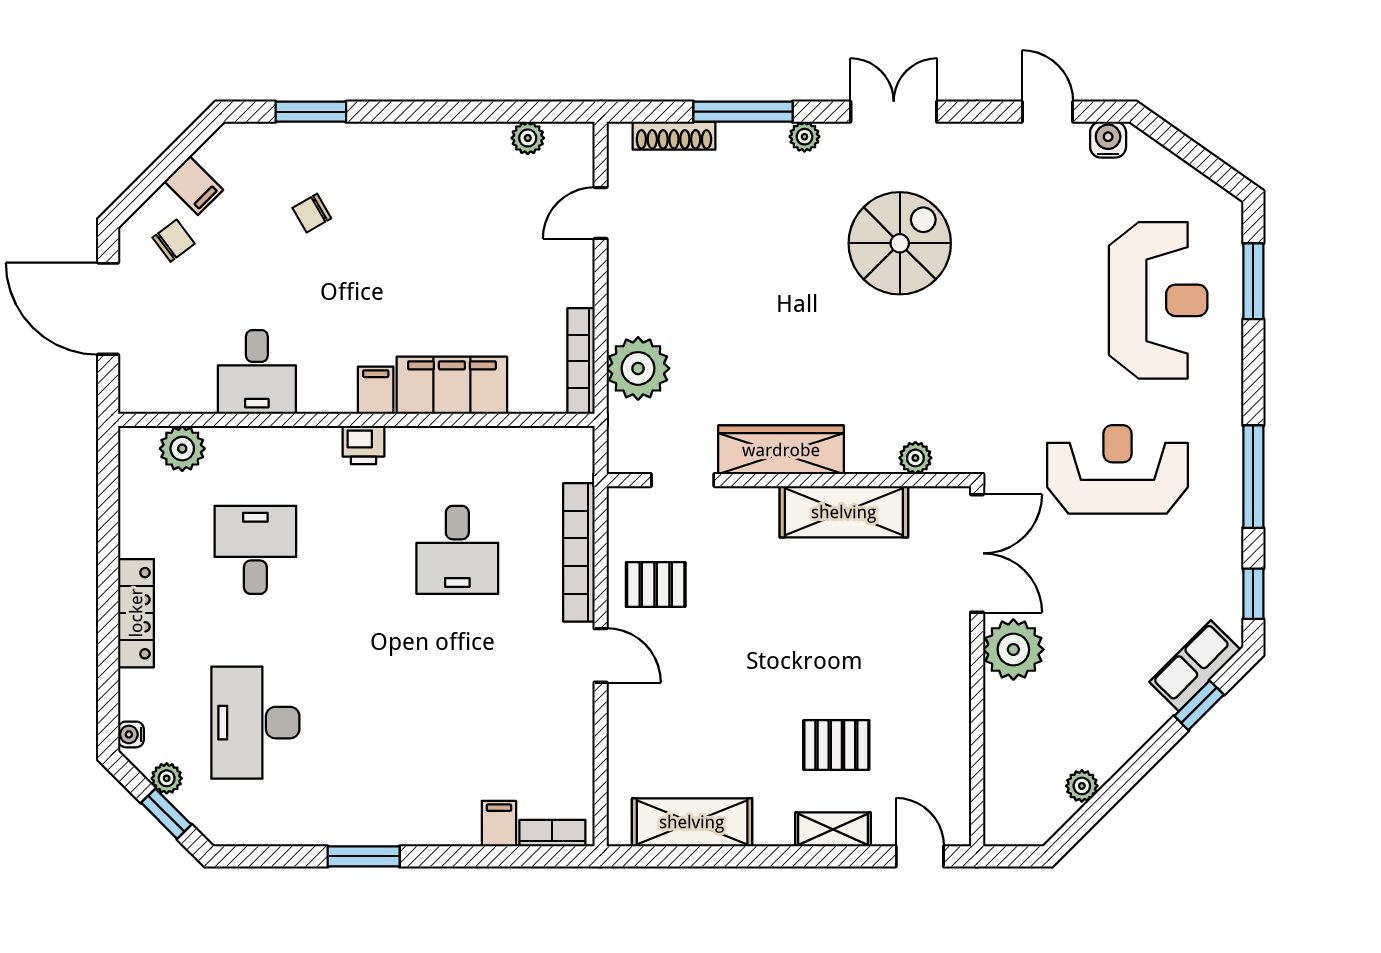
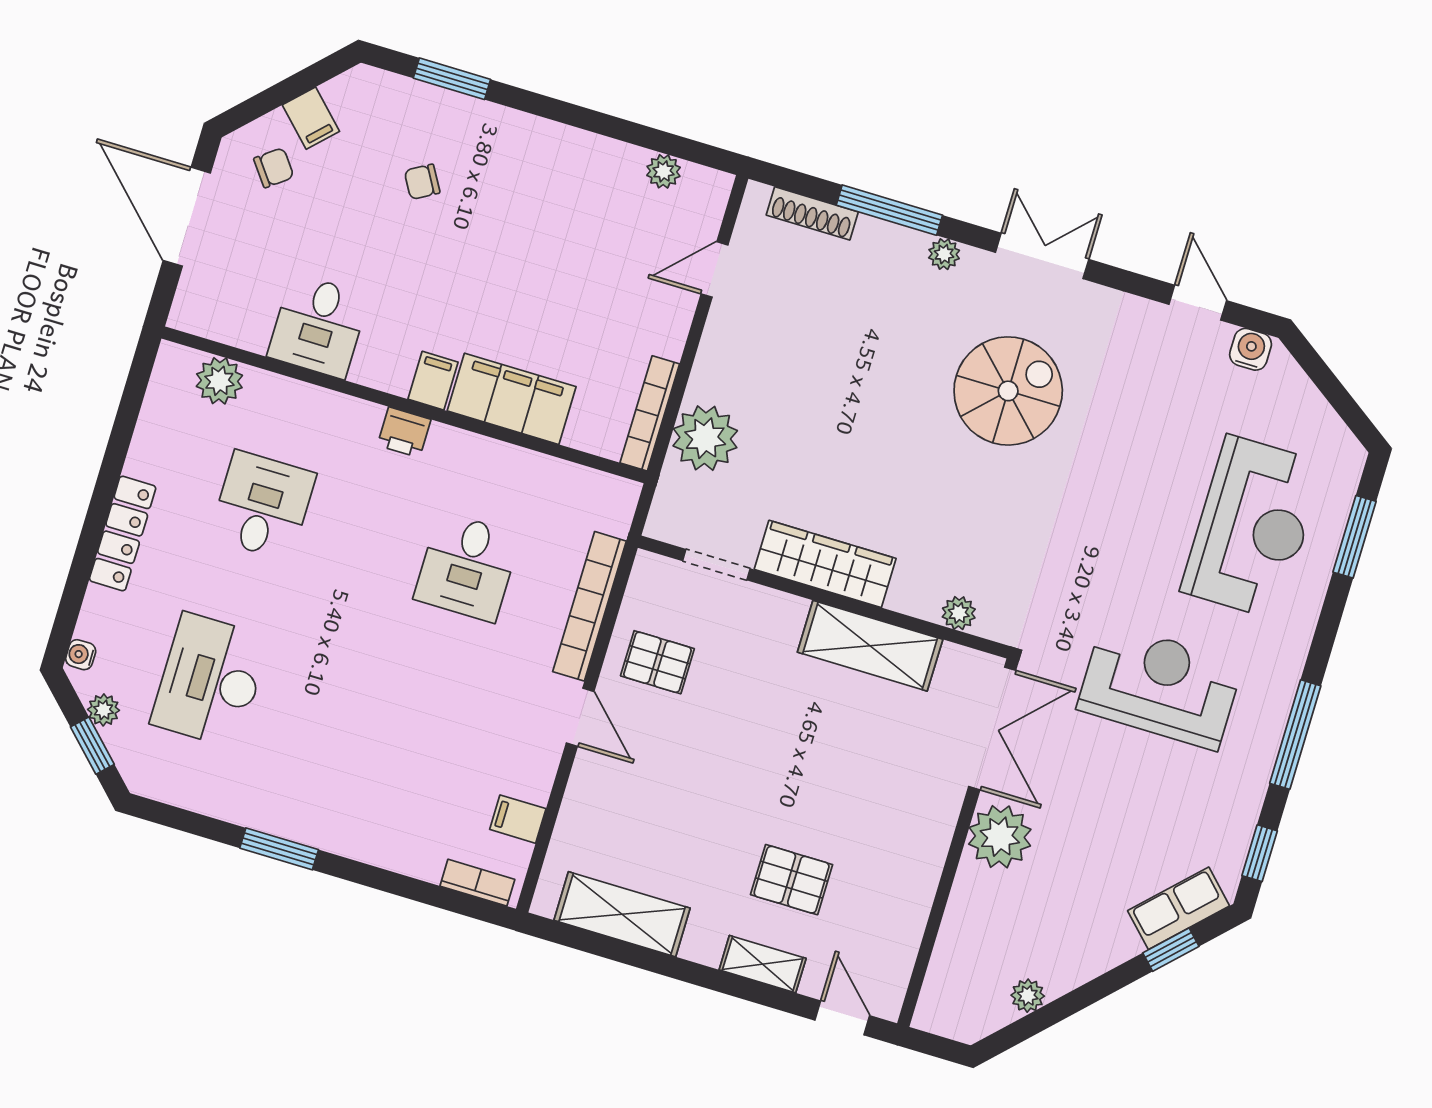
filing cabinet: (499, 824) -> (518, 819), moved, turned -90

